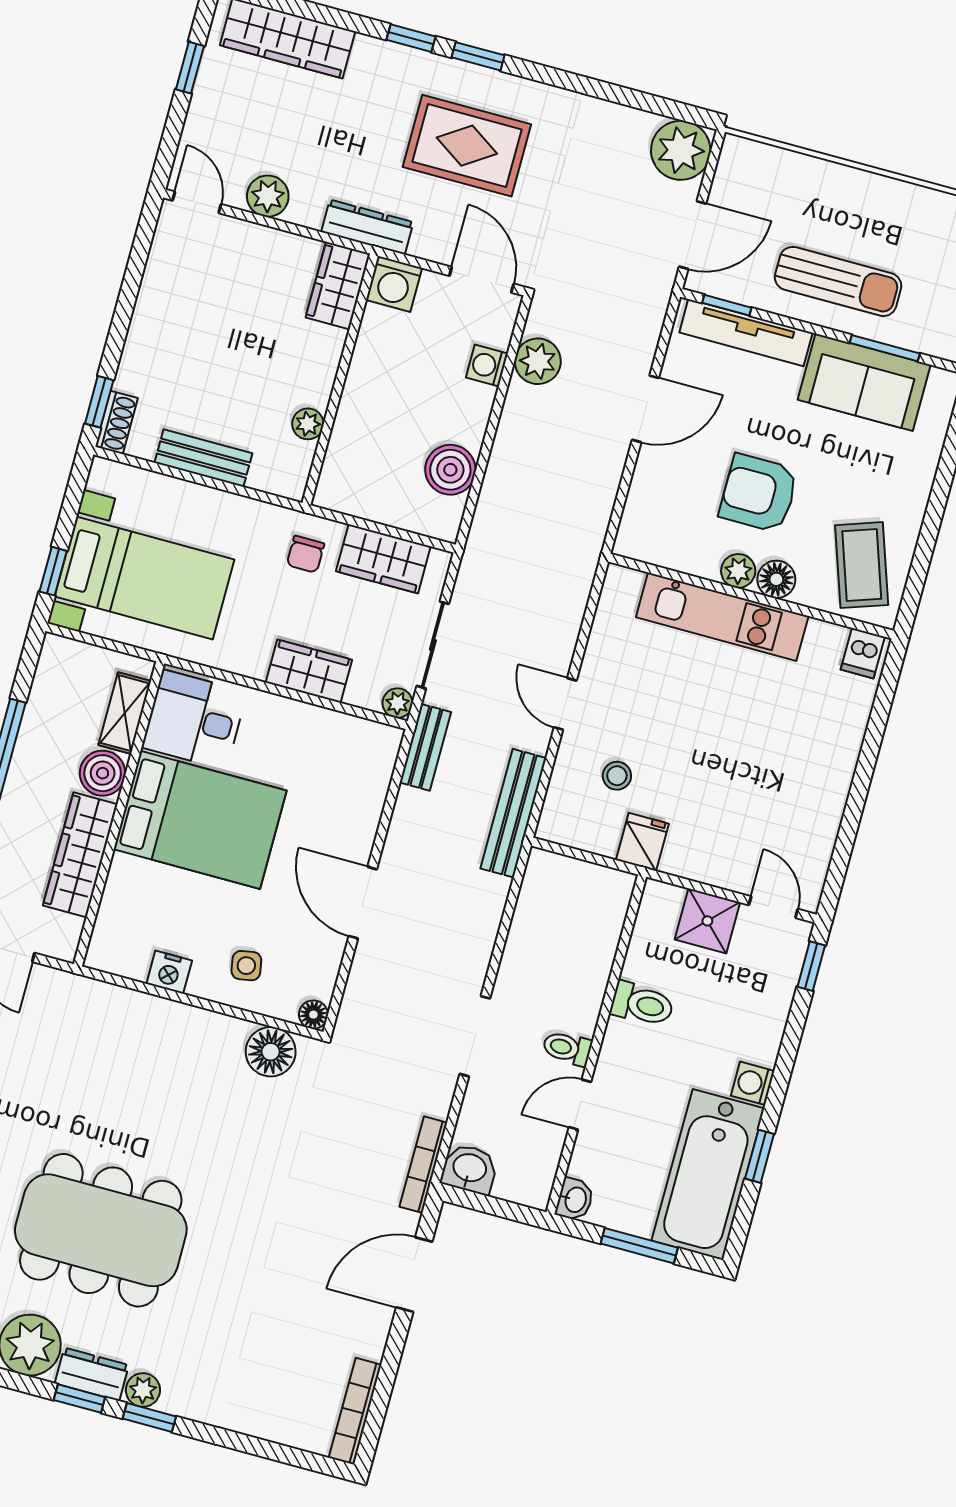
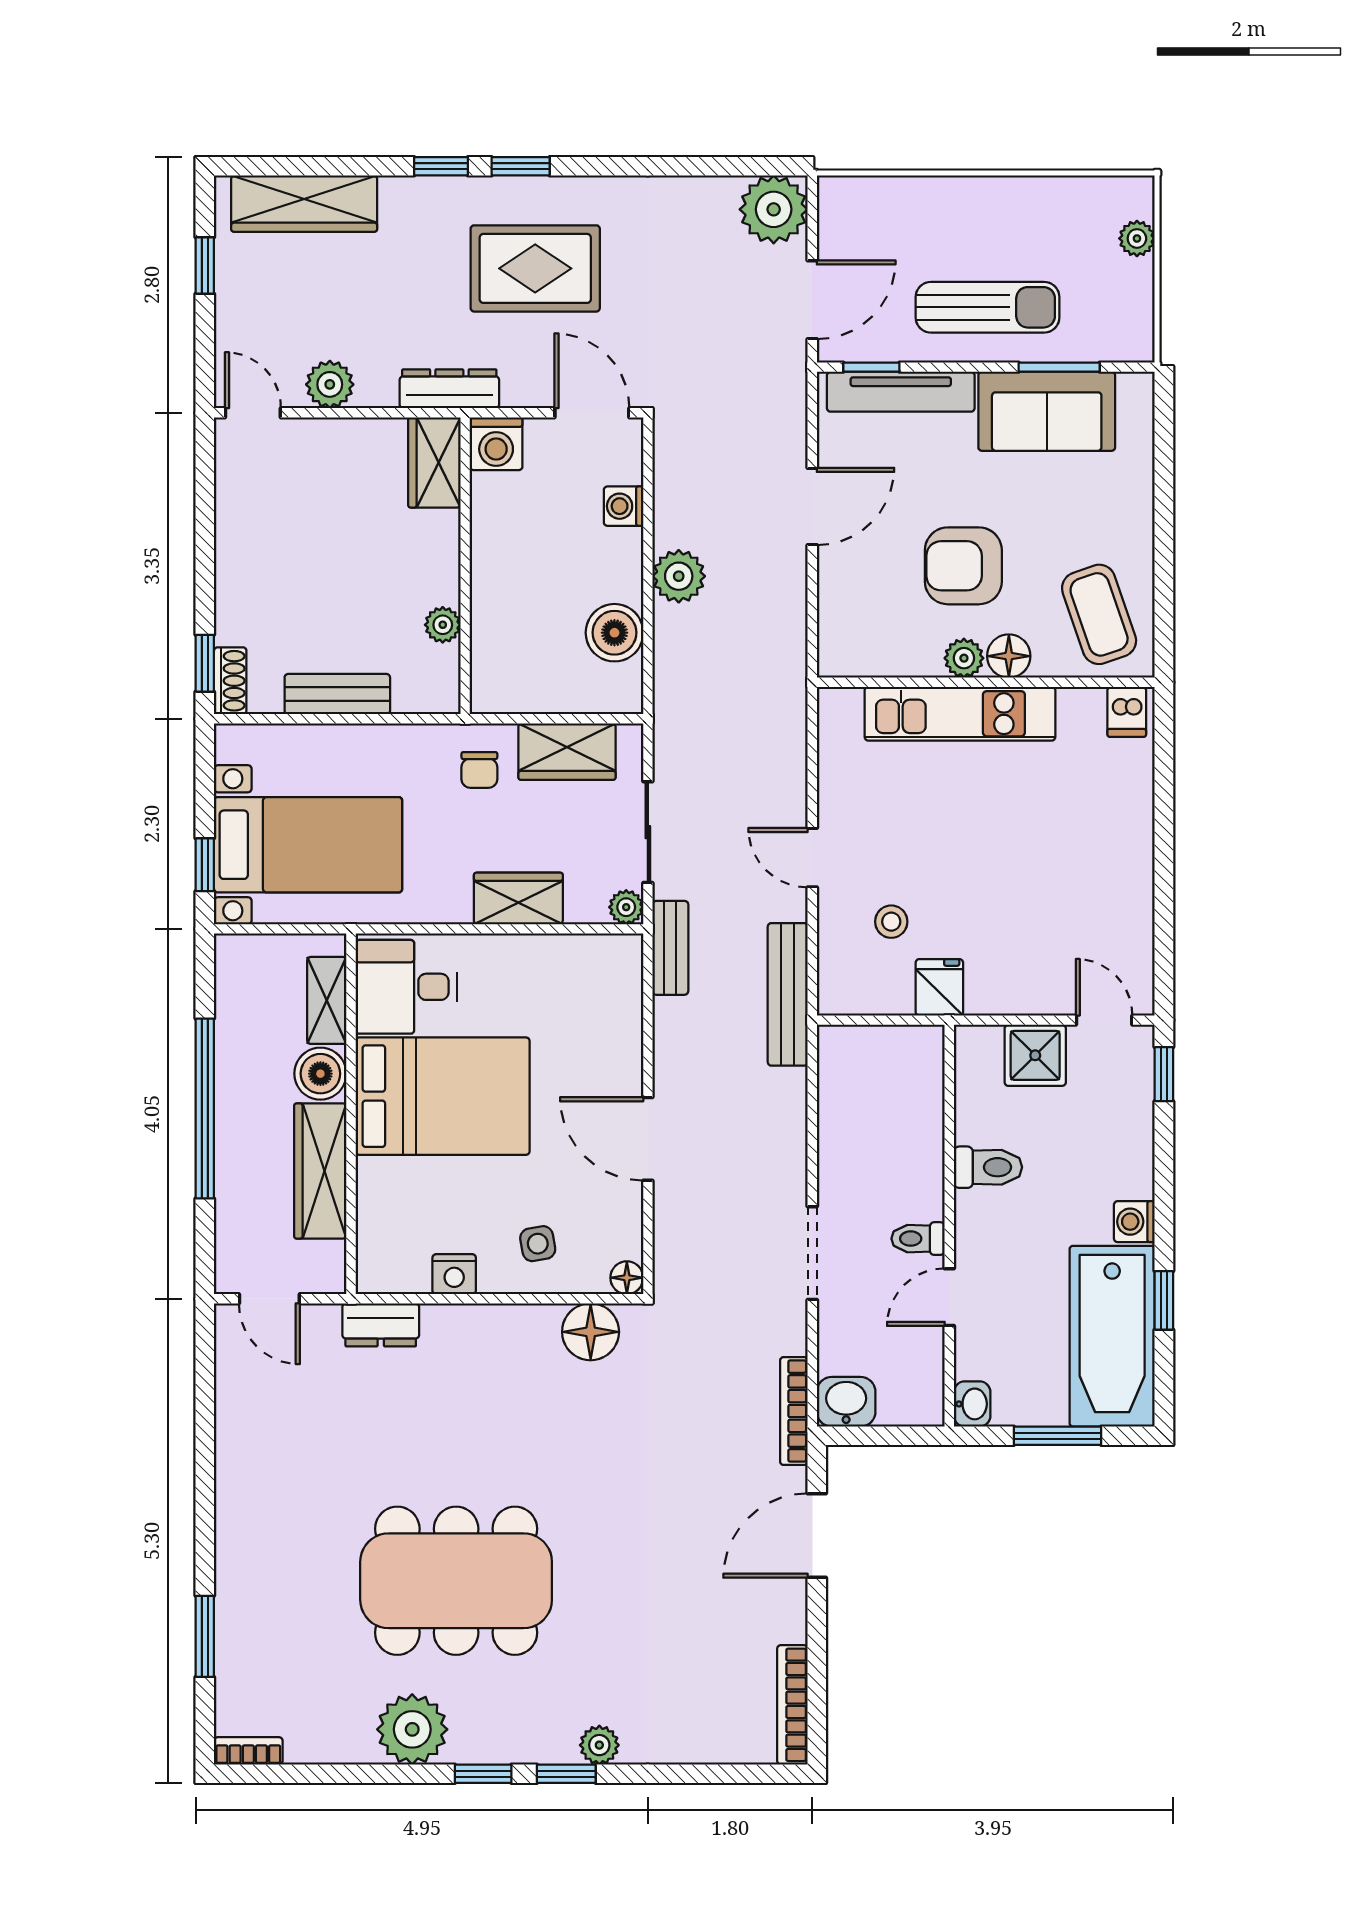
plant: (538, 361) -> (679, 576), moved
dresser: (92, 1374) -> (381, 1325), moved, turned 180
plant: (143, 1390) -> (599, 1745), moved

